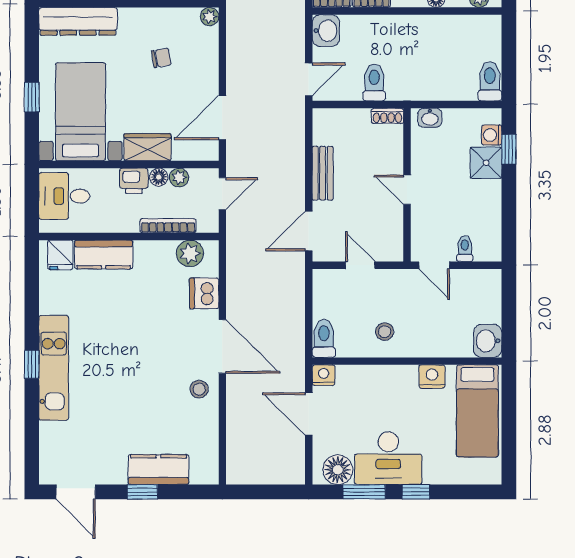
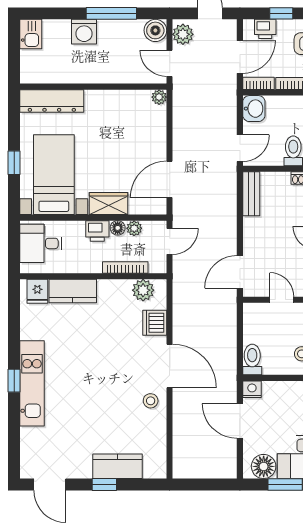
chair: (161, 58) -> (120, 131), removed
bench: (323, 173) -> (251, 194), moved

